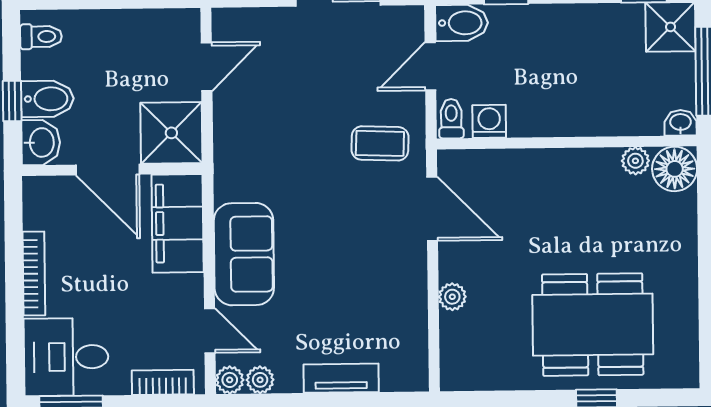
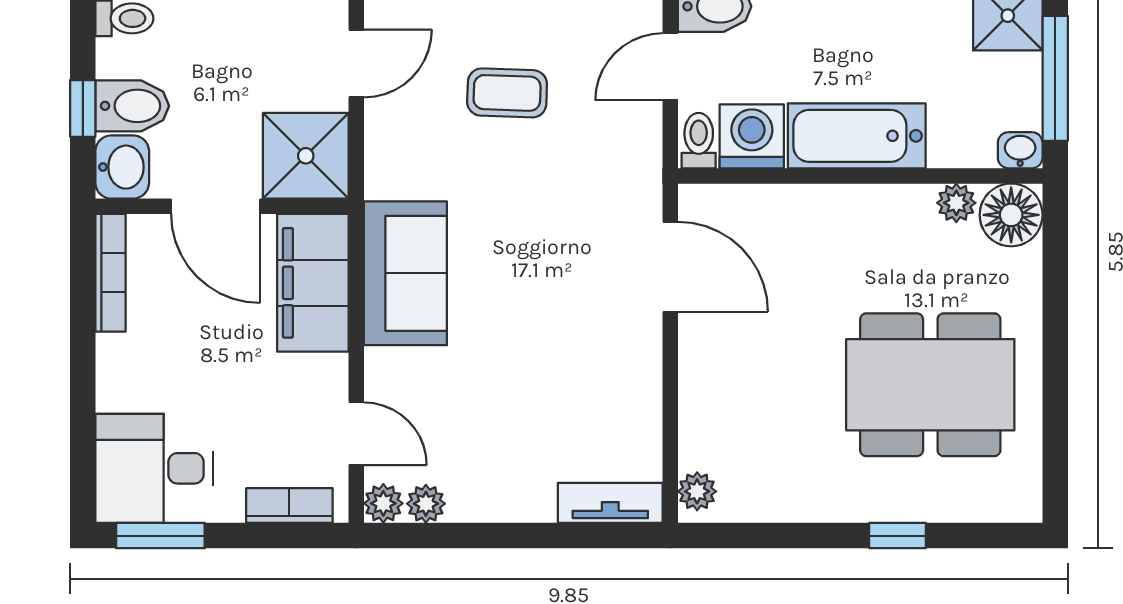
bathtub: (564, 114) -> (857, 136), added
washing machine: (489, 121) -> (752, 136), width x1.38, depth x1.38
coffee table: (380, 143) -> (507, 93), moved
sofa: (244, 254) -> (405, 273), moved
bookcase: (34, 274) -> (111, 273), moved
plant: (452, 297) -> (697, 491), moved
dining table: (593, 325) -> (930, 385), moved
tv unit: (341, 378) -> (610, 503), moved

